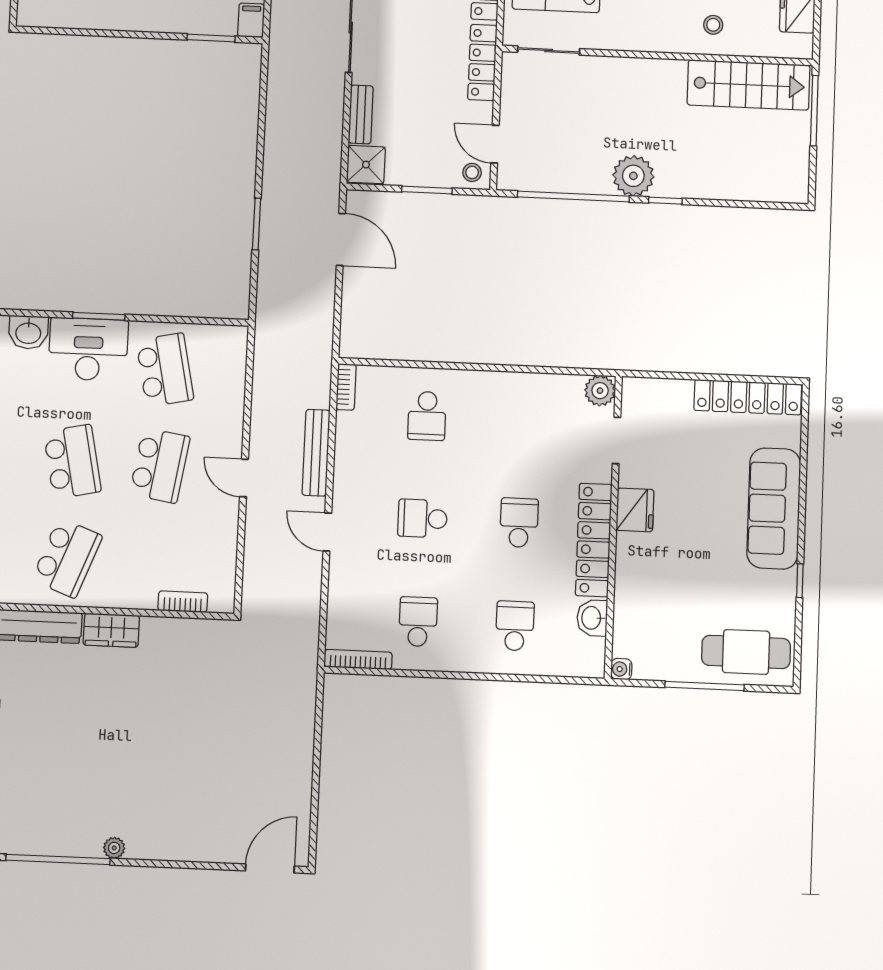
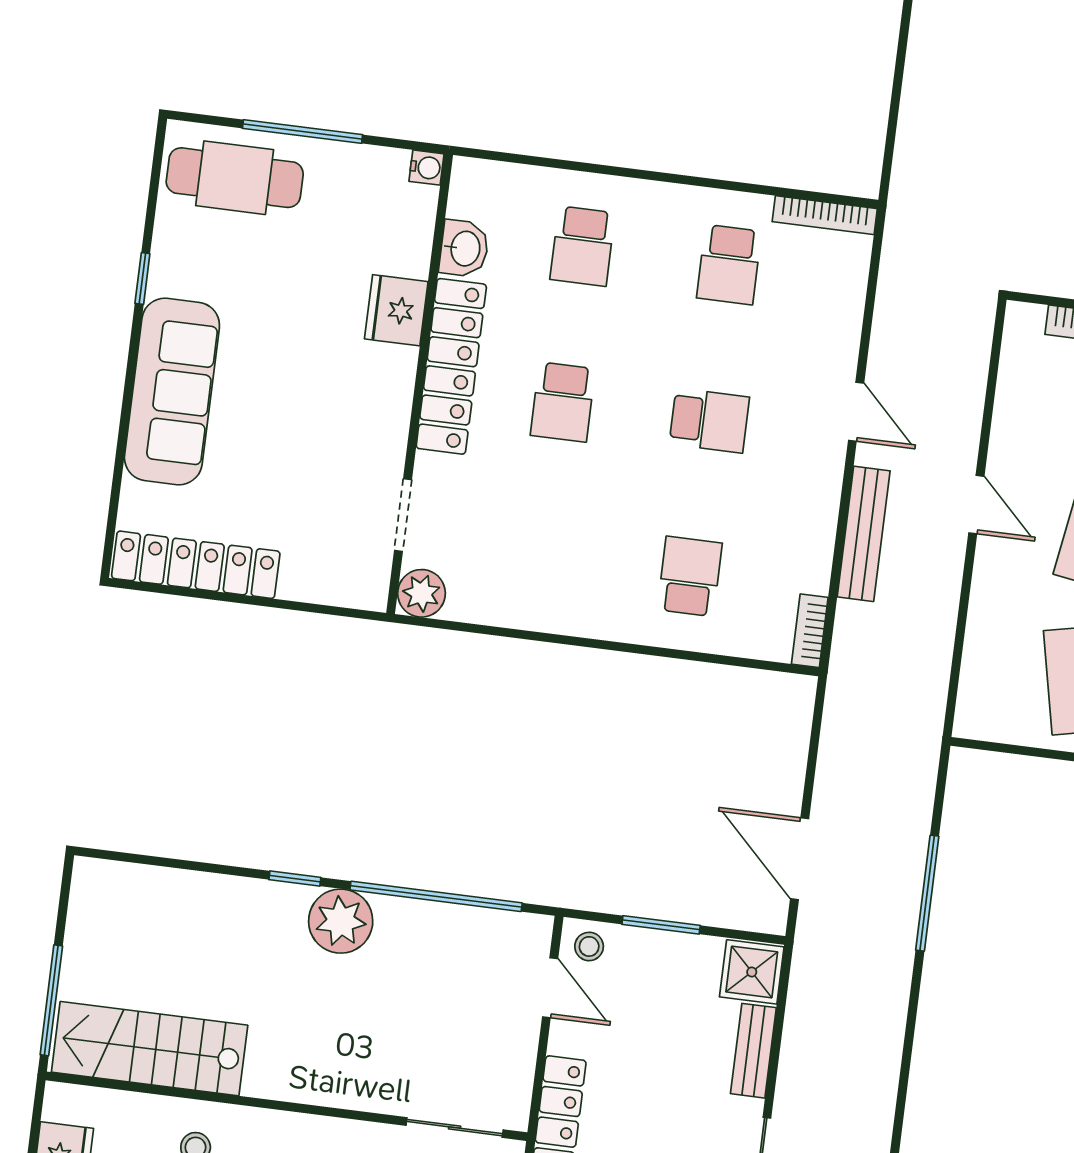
window: (257, 224) -> (927, 893), width x1.44
fridge: (635, 510) -> (396, 310), moved

